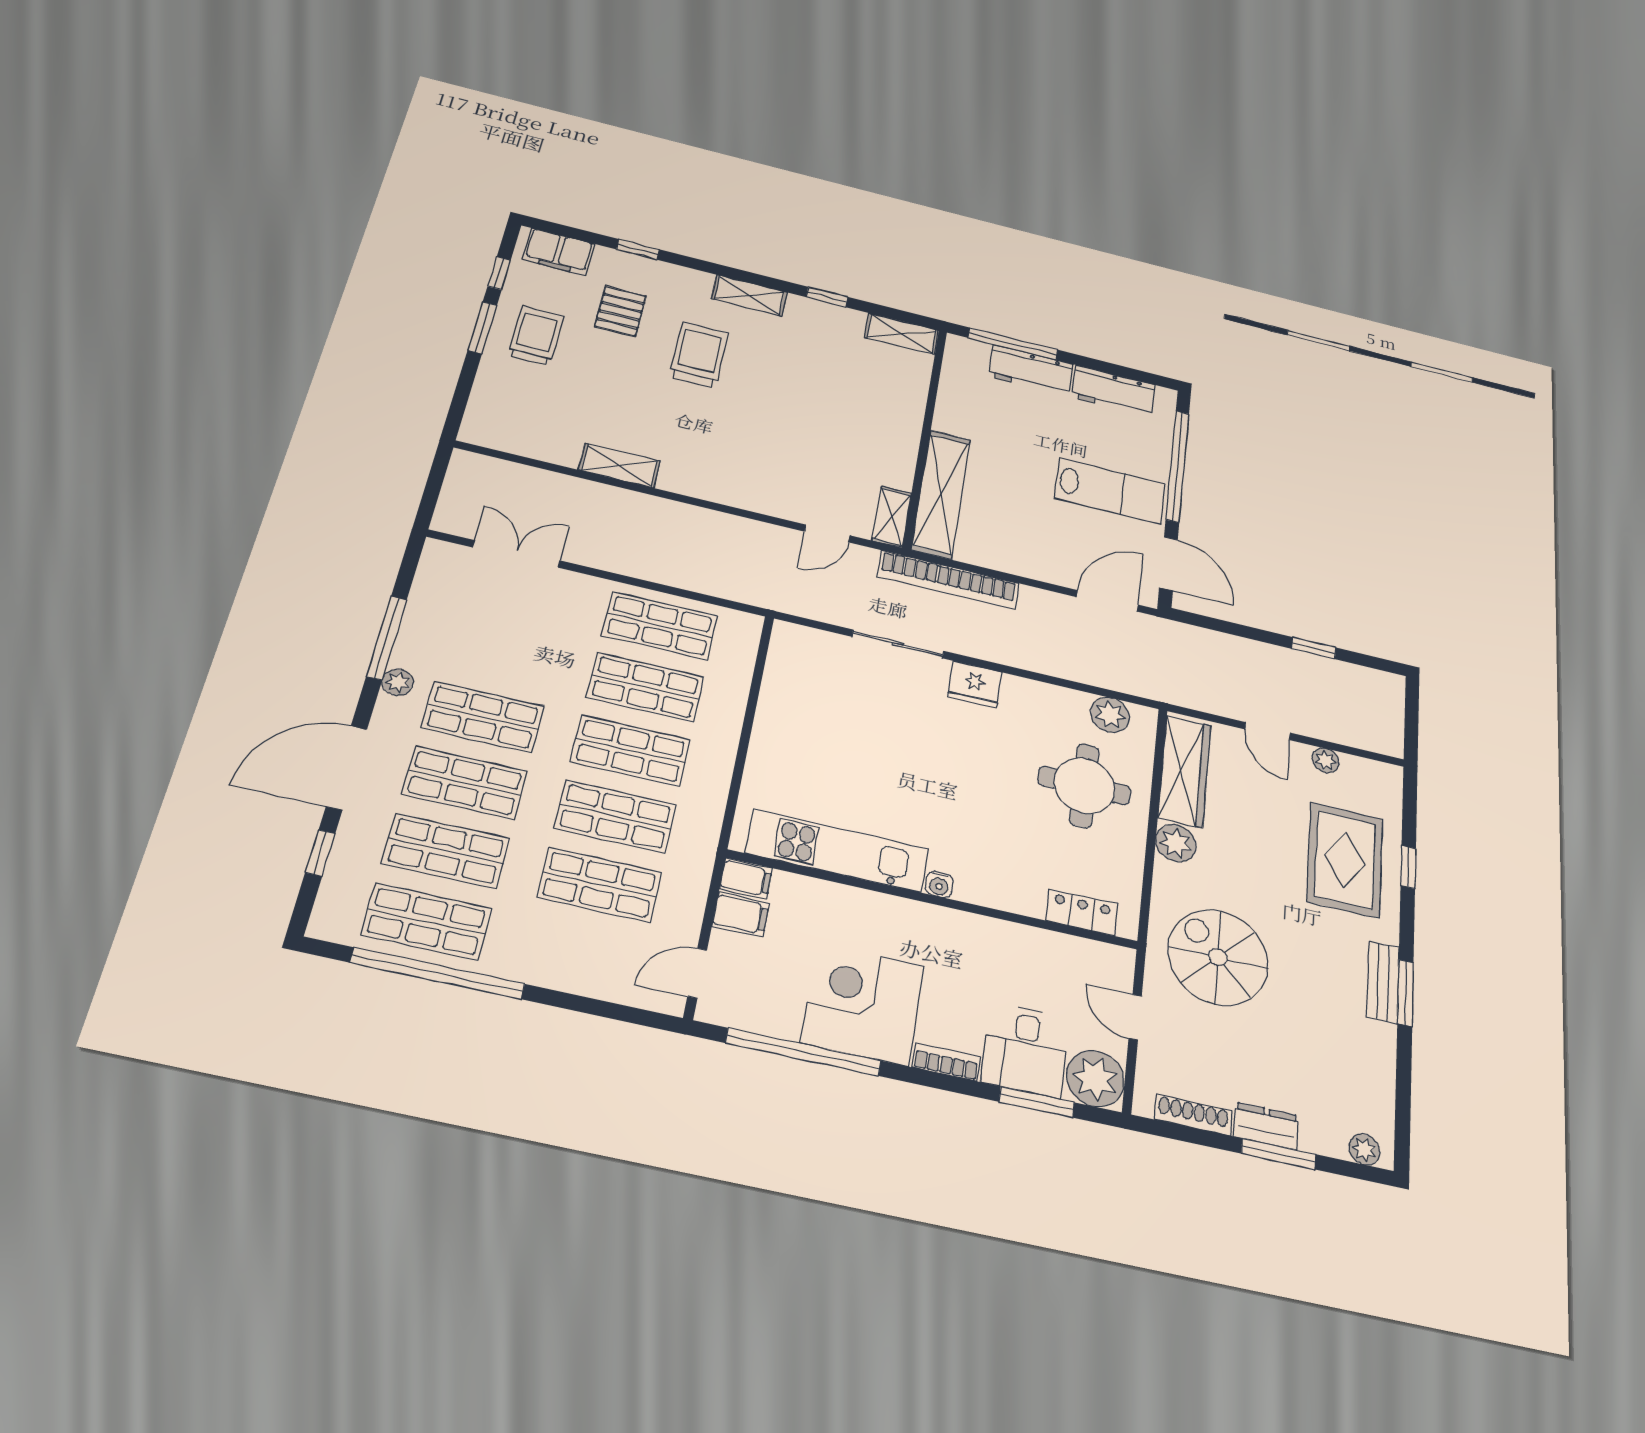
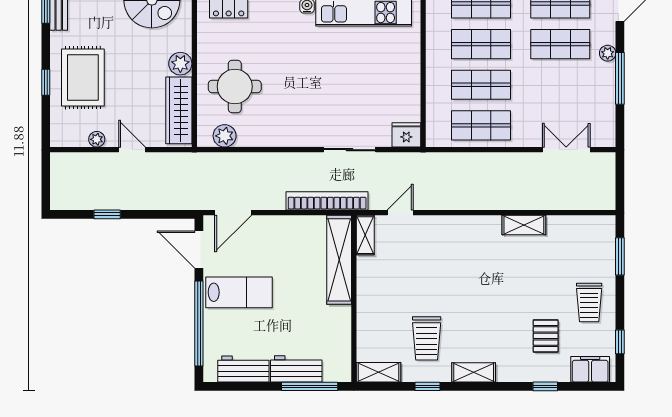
window: (482, 328) -> (620, 256), moved
trolley: (699, 355) -> (427, 338), moved
lab bench: (1110, 491) -> (239, 292), turned 180
double door: (516, 554) -> (566, 150), swing flipped
fridge: (975, 684) -> (406, 135), moved

